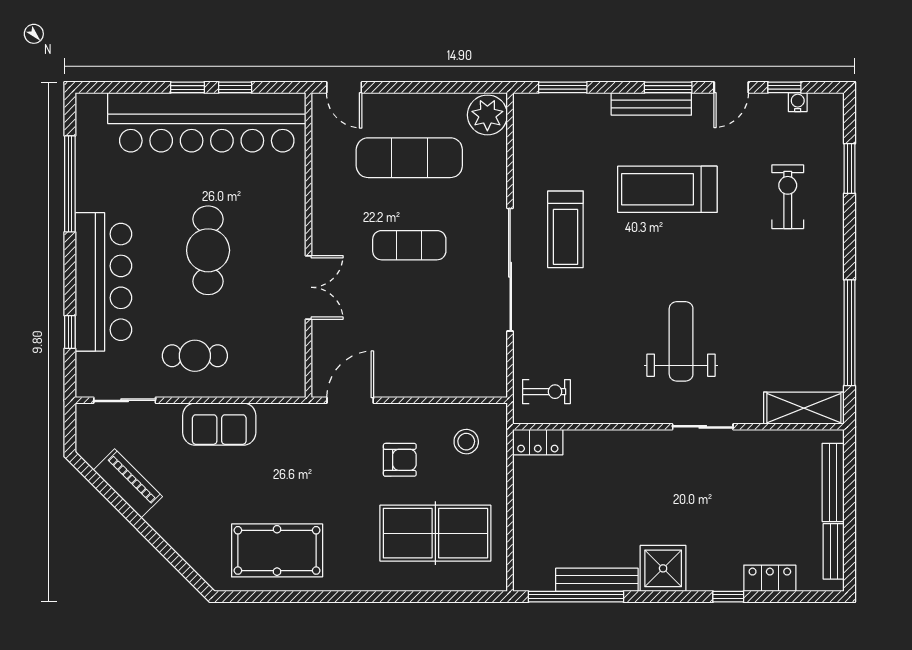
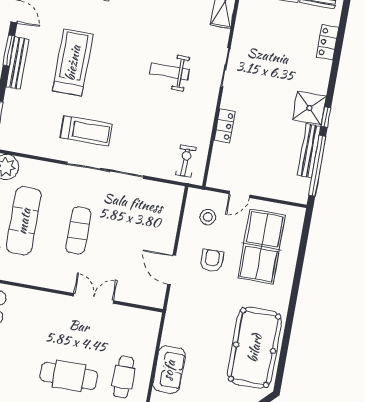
treadmill: (667, 189) -> (73, 63), turned 180
cafe table: (208, 250) -> (69, 376), moved
weight bench: (681, 341) -> (169, 71), width x0.73, depth x0.75
door: (350, 400) -> (172, 270), moved
locker: (538, 442) -> (225, 126), moved
door: (510, 484) -> (239, 194), added
pool table: (277, 550) -> (255, 348), width x1.36, depth x1.32
window: (728, 597) -> (326, 117), moved

